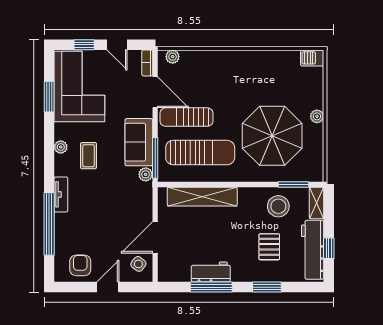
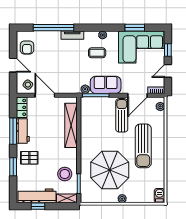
sun lounger: (200, 153) -> (143, 146), moved
pallet: (269, 247) -> (29, 158), moved
armchair: (80, 265) -> (27, 47), turned 90
locker: (174, 274) -> (22, 107), added

